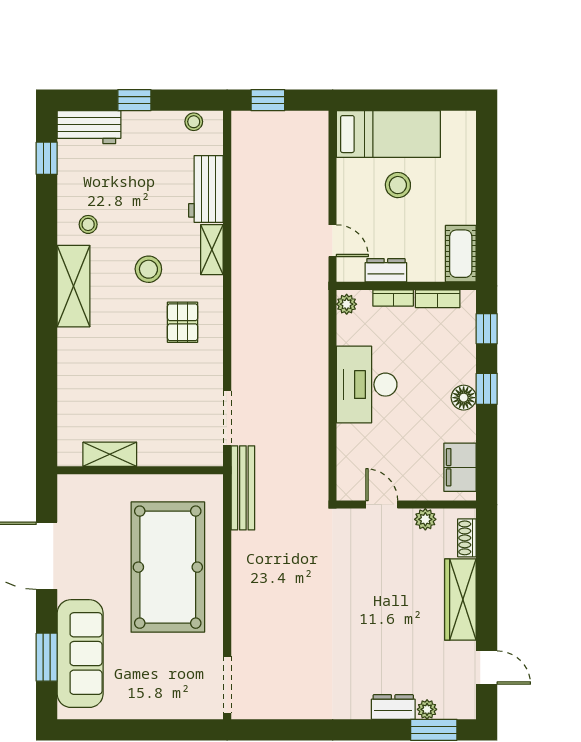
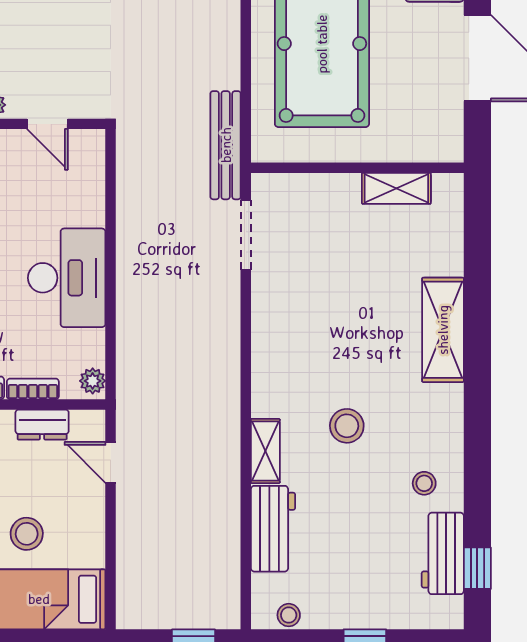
workbench: (89, 127) -> (443, 553), moved, turned -90
shelving: (74, 286) -> (443, 330), moved
pallet: (183, 322) -> (303, 358), removed

